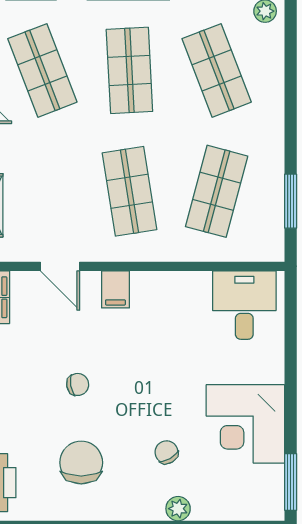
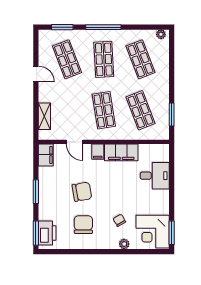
shop shelf: (217, 191) -> (140, 110), turned -36
filing cabinet: (171, 291) -> (121, 152), added
desk: (244, 305) -> (155, 176), moved, turned 90
chair: (78, 384) -> (82, 192), width x1.87, depth x1.87
corner desk: (245, 424) -> (153, 232), moved

